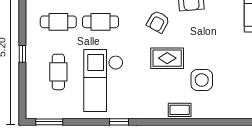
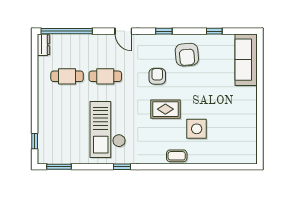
armchair: (158, 22) -> (157, 76), turned 151
window: (22, 54) -> (35, 141), moved
cafe table: (58, 72) -> (67, 122), removed

